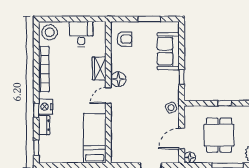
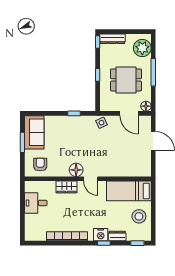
stool: (50, 32) -> (139, 216), moved
sofa: (168, 51) -> (34, 132), moved, turned -90

